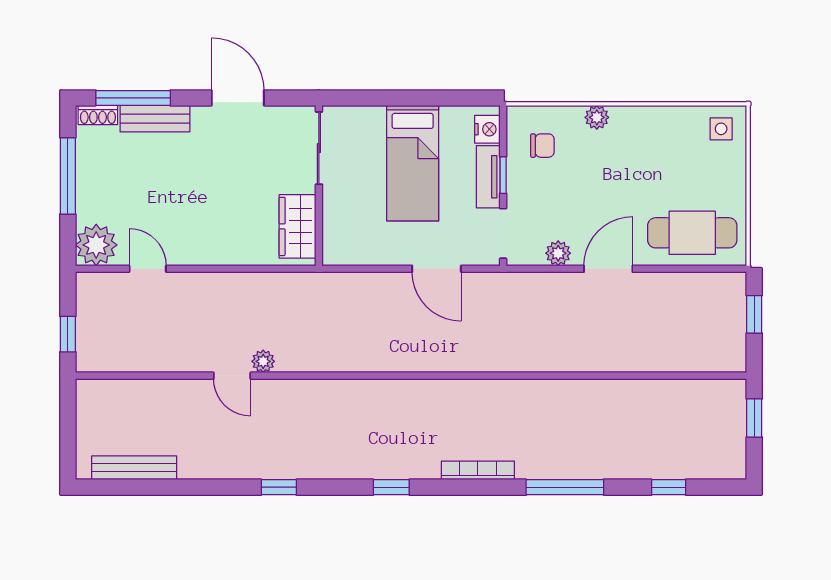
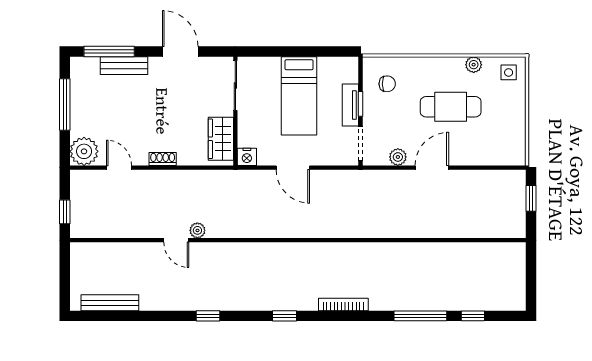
shoe rack: (98, 115) -> (163, 159), moved, turned 180
plant: (597, 117) -> (474, 65), moved
nightstand: (487, 129) -> (247, 157), moved, turned 90
cafe table: (692, 233) -> (451, 107), moved
door: (437, 269) -> (293, 168), moved
window: (754, 418) -> (531, 269), removed
window: (565, 487) -> (420, 316), moved

